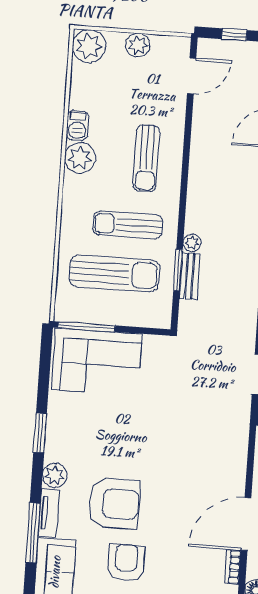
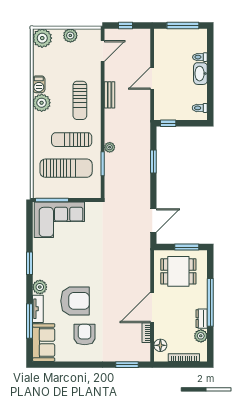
bench: (190, 276) -> (110, 95), moved

